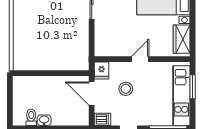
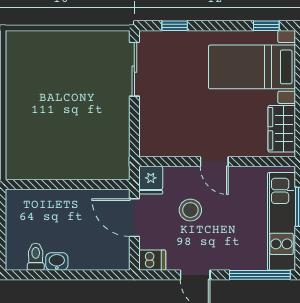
door: (140, 59) -> (214, 162), swing flipped

